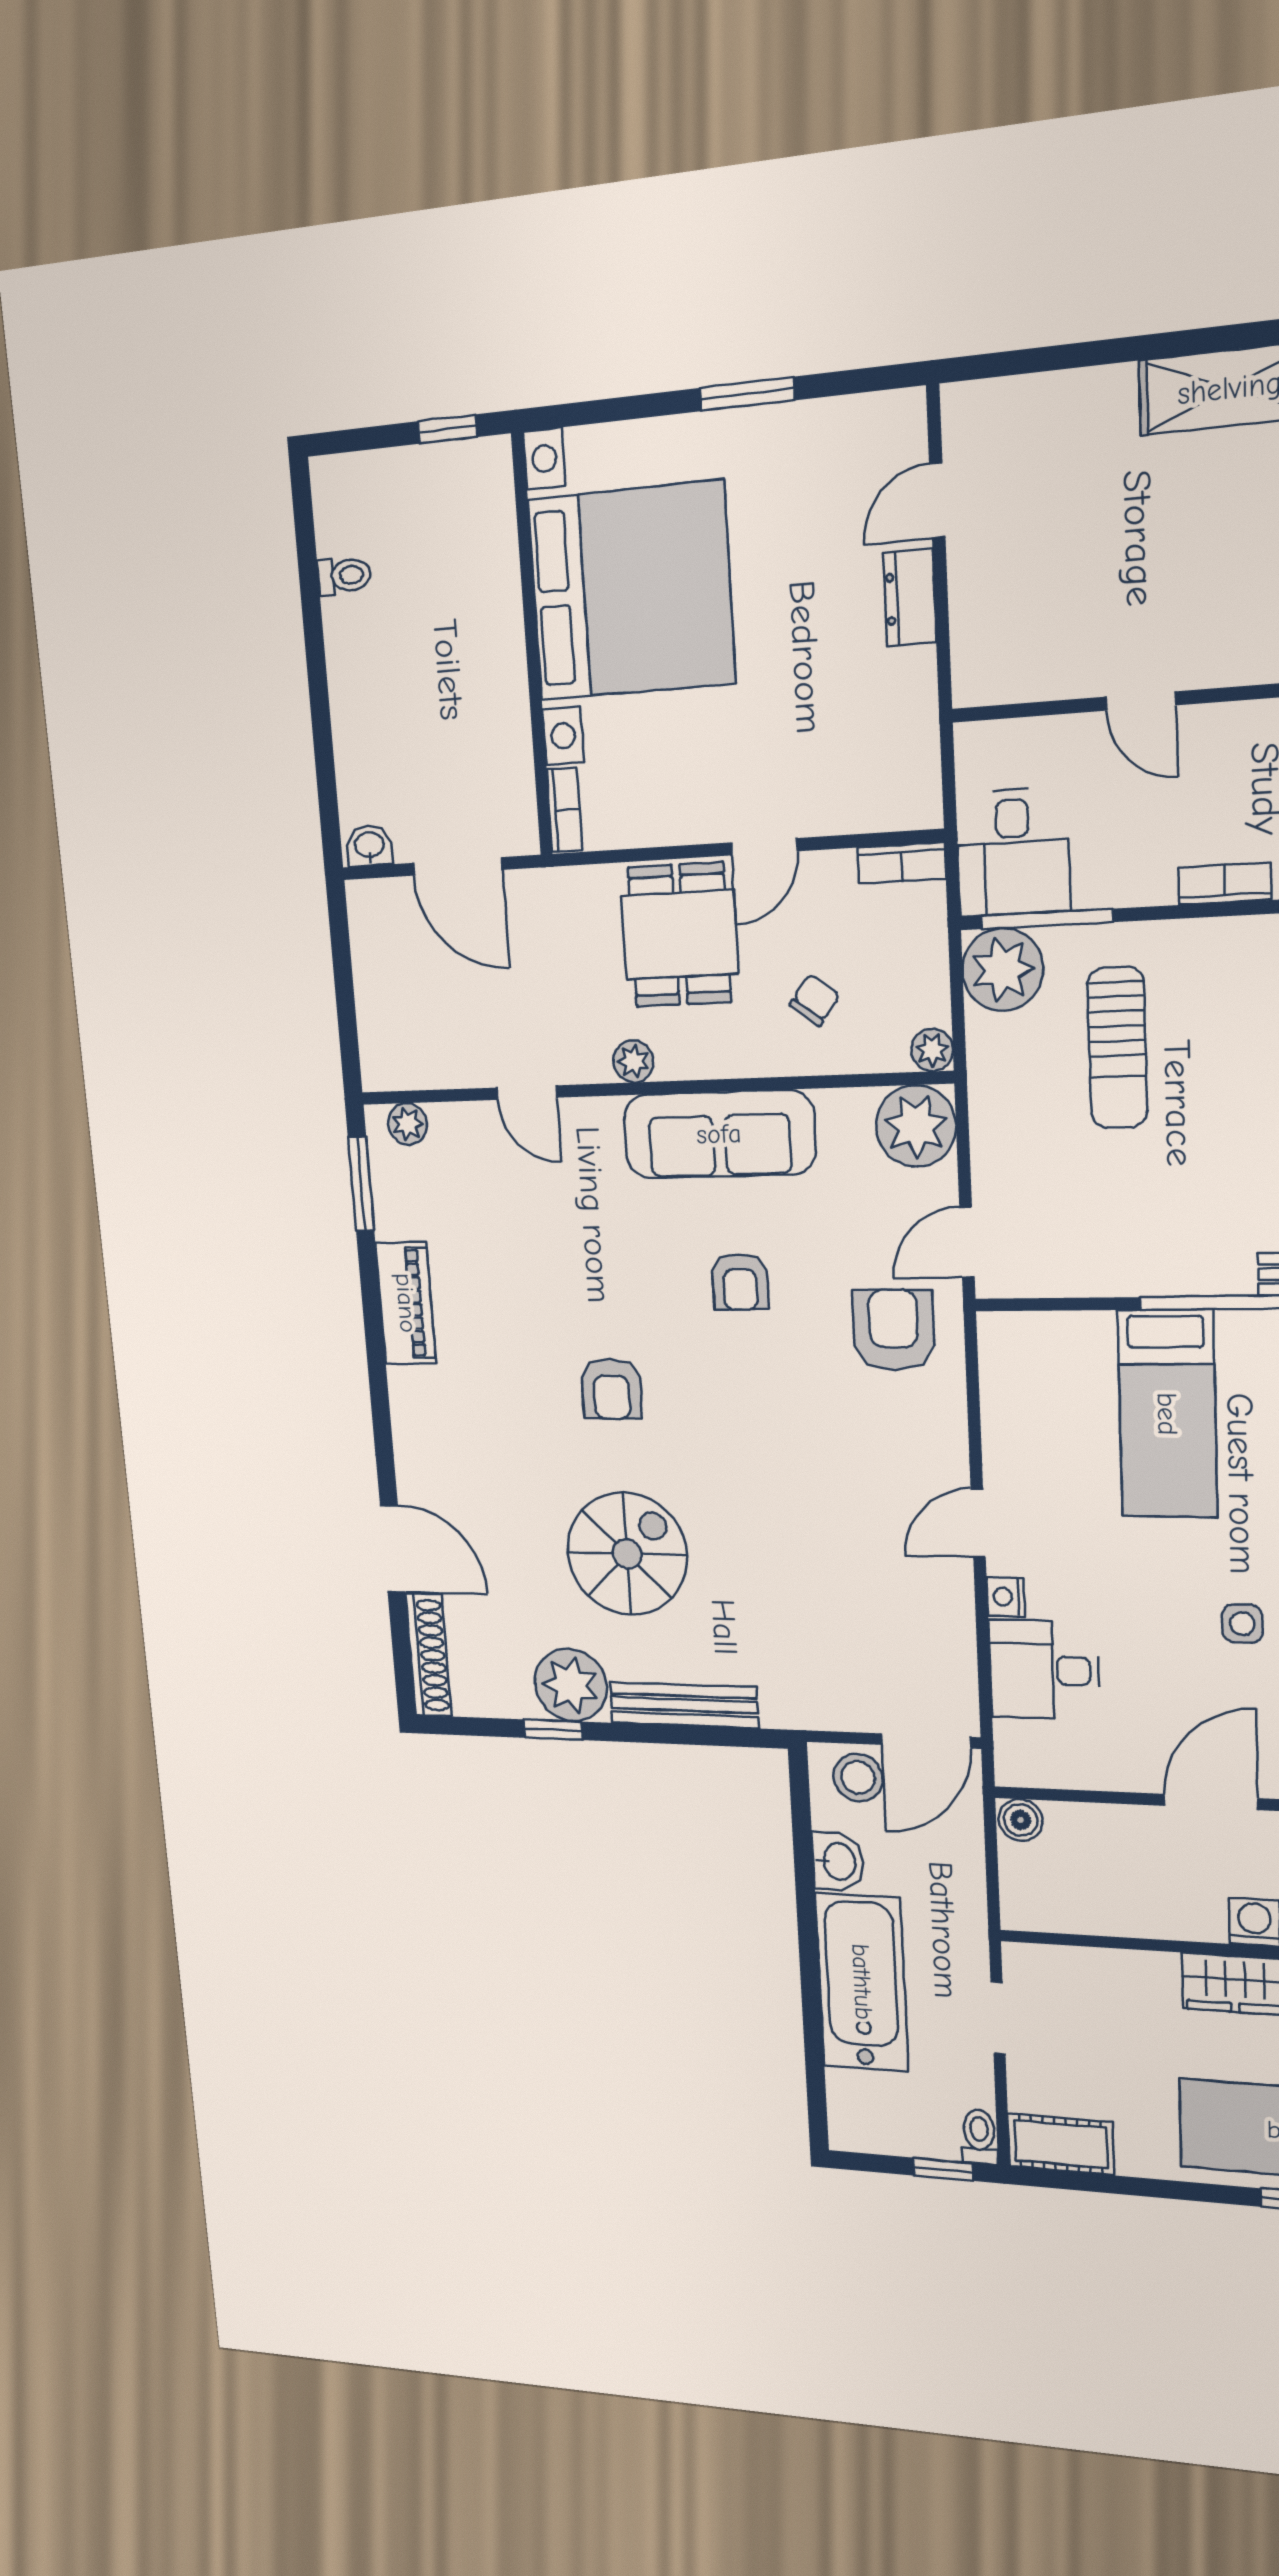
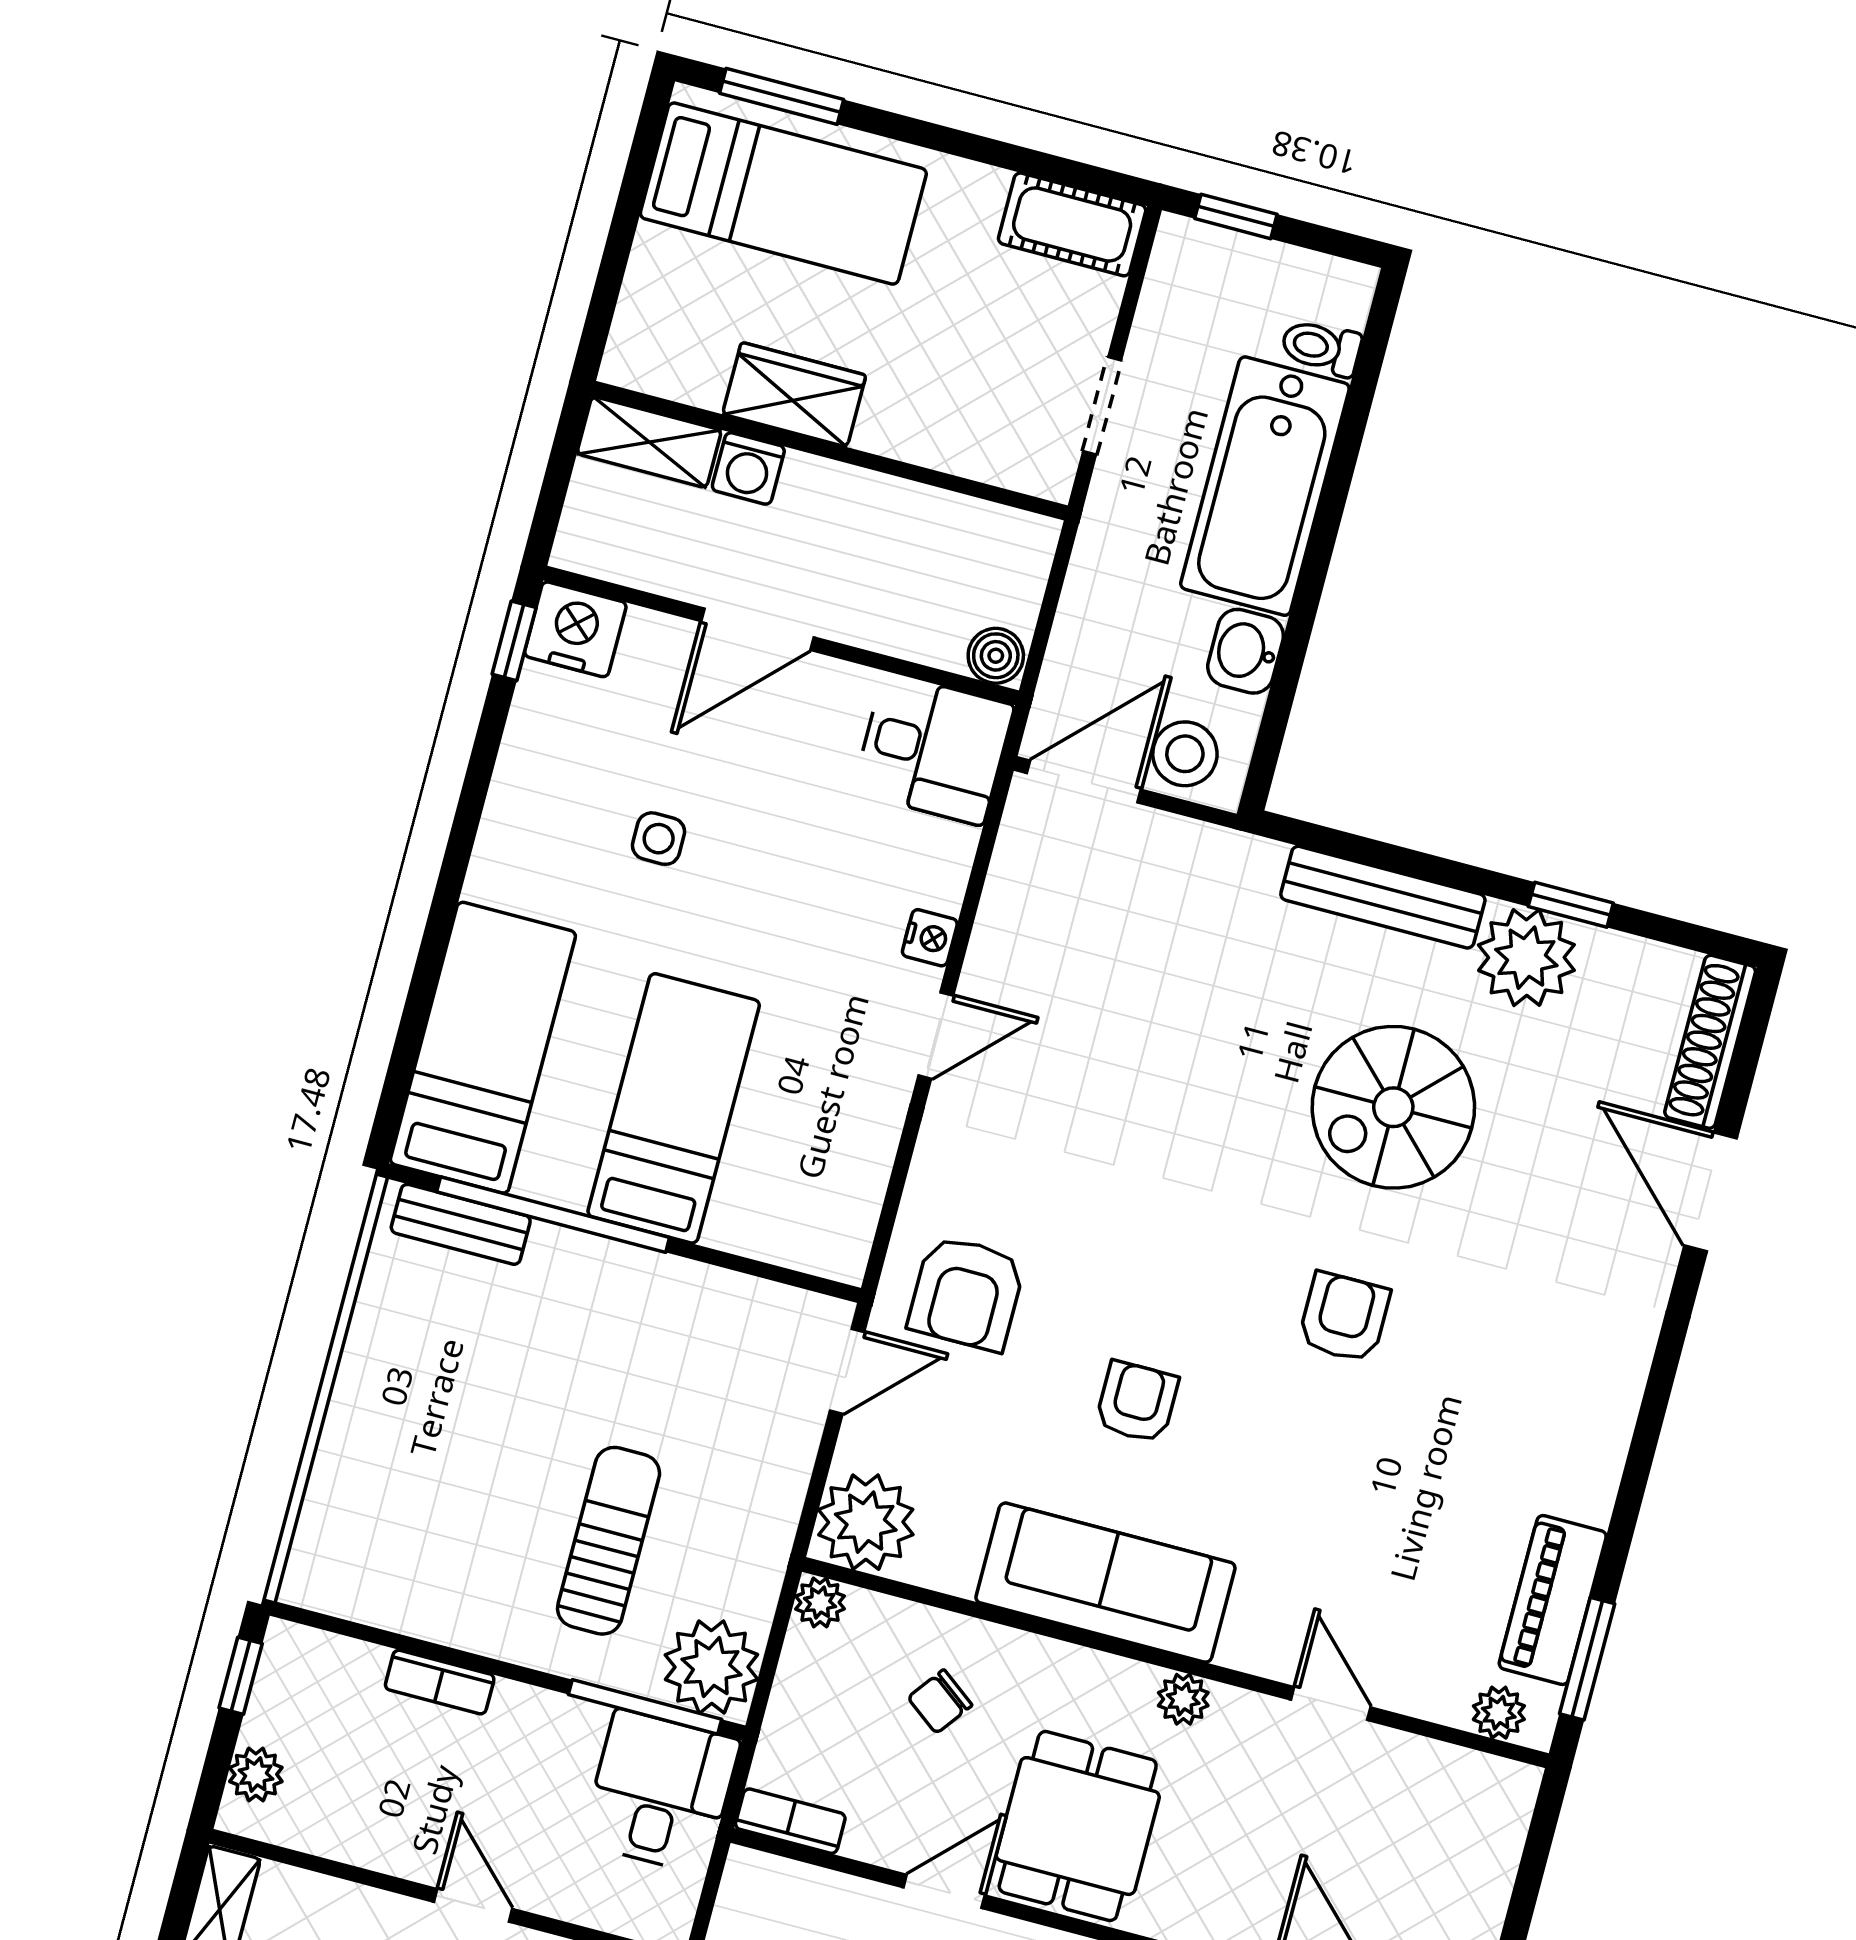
piano: (406, 1303) -> (1553, 1600), moved
desk: (1044, 1670) -> (933, 749), moved
toilet: (979, 2137) -> (1321, 347), moved, turned 90

